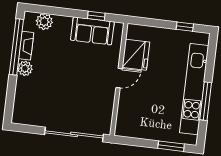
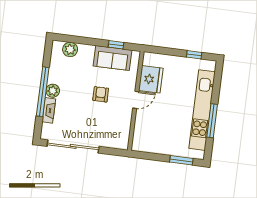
fireplace: (26, 46) -> (49, 110), moved
window: (16, 47) -> (43, 92), moved
armchair: (79, 72) -> (101, 94), added
sliding door: (74, 134) -> (73, 146), moved

